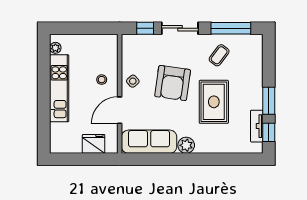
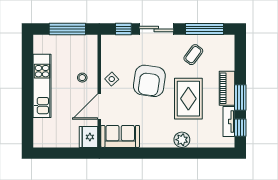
window: (86, 28) -> (67, 29), added
plant: (55, 48) -> (38, 48), removed
piano: (255, 91) -> (227, 88), added
sofa: (149, 142) -> (120, 136), width x0.73
fridge: (94, 144) -> (88, 137), moved, turned -90
plant: (186, 145) -> (182, 140), moved

